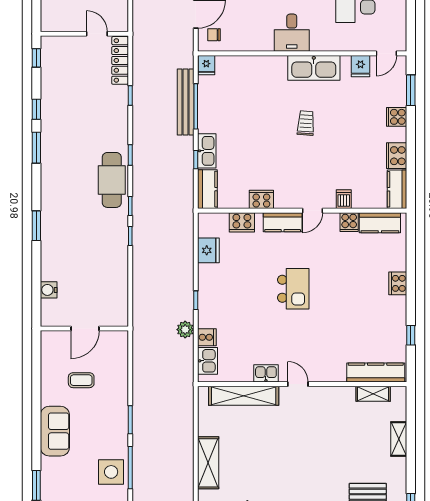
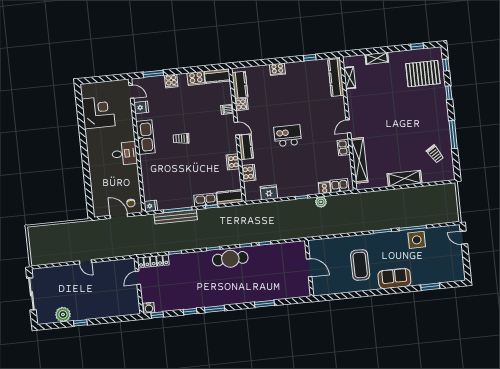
water cooler: (49, 290) -> (149, 308), moved
wall: (84, 329) -> (309, 268), moved
door: (85, 329) -> (309, 268), moved
coffee table: (81, 380) -> (360, 265), width x1.86, depth x1.72

